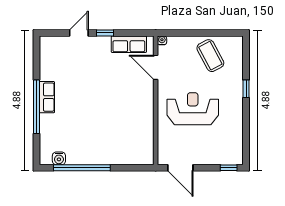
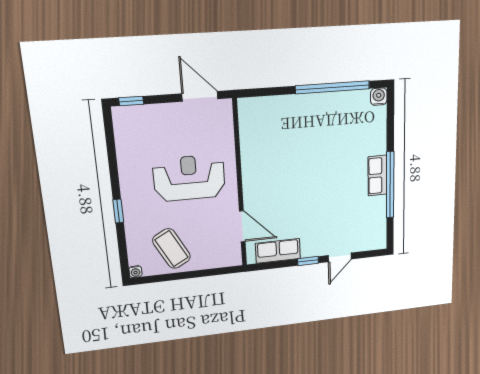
water cooler: (162, 40) -> (135, 272), moved
window: (36, 107) -> (390, 185), moved
reception desk: (193, 109) -> (189, 178), turned 180
water cooler: (59, 158) -> (379, 97), moved

